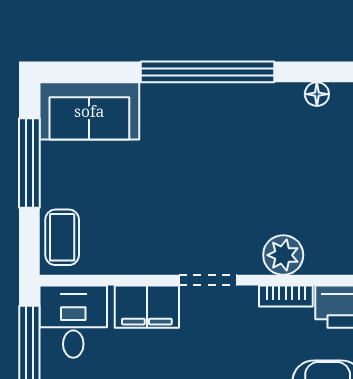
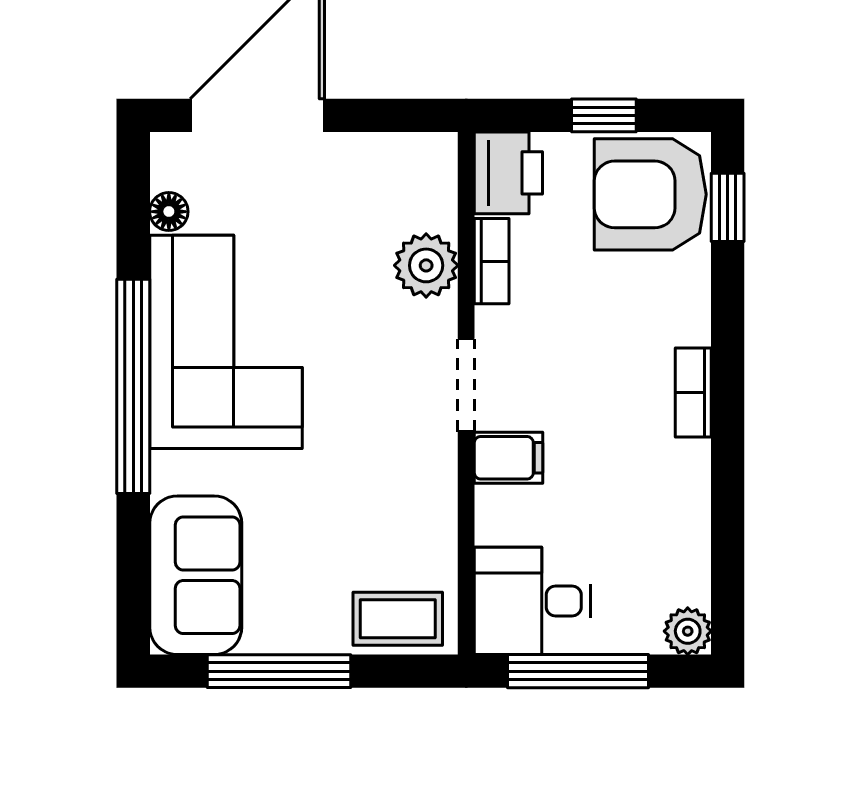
corner sofa: (235, 130) -> (226, 342), added
filing cabinet: (147, 307) -> (509, 458), width x0.50

